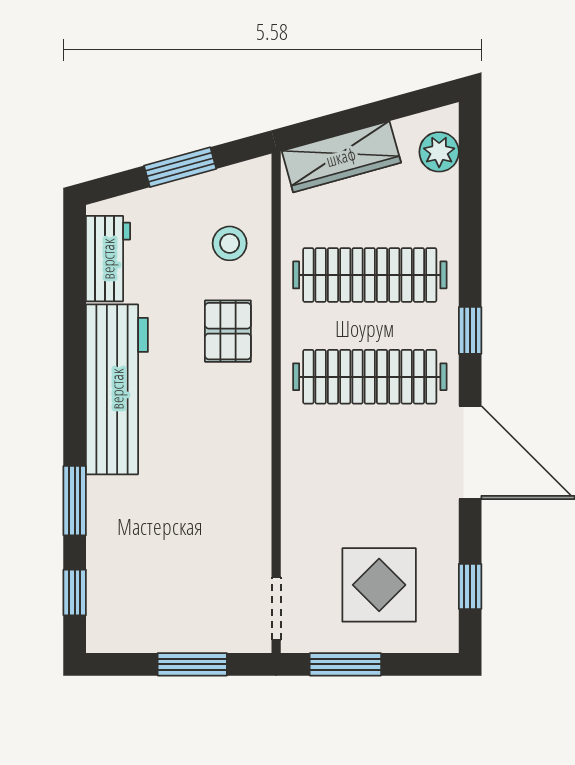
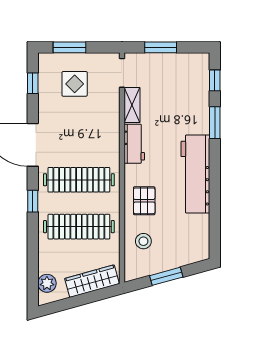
workbench: (108, 259) -> (134, 144), moved, turned 180
shelving: (254, 539) -> (132, 105), added
display table: (379, 585) -> (75, 84), width x0.73, depth x0.73
window: (345, 664) -> (69, 47), moved

